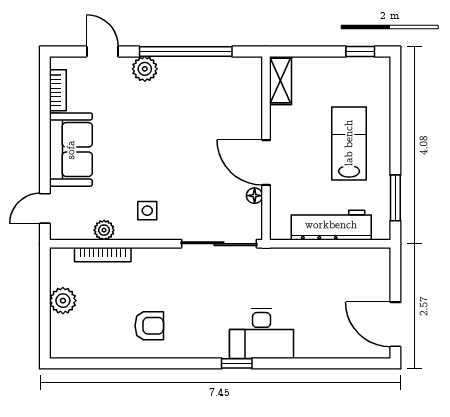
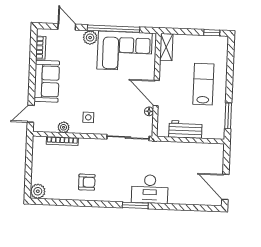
corner sofa: (207, 90) -> (125, 51), added
workbench: (331, 225) -> (185, 129), width x0.73
plant: (63, 301) -> (38, 191), moved
window: (237, 363) -> (135, 205), width x1.50

